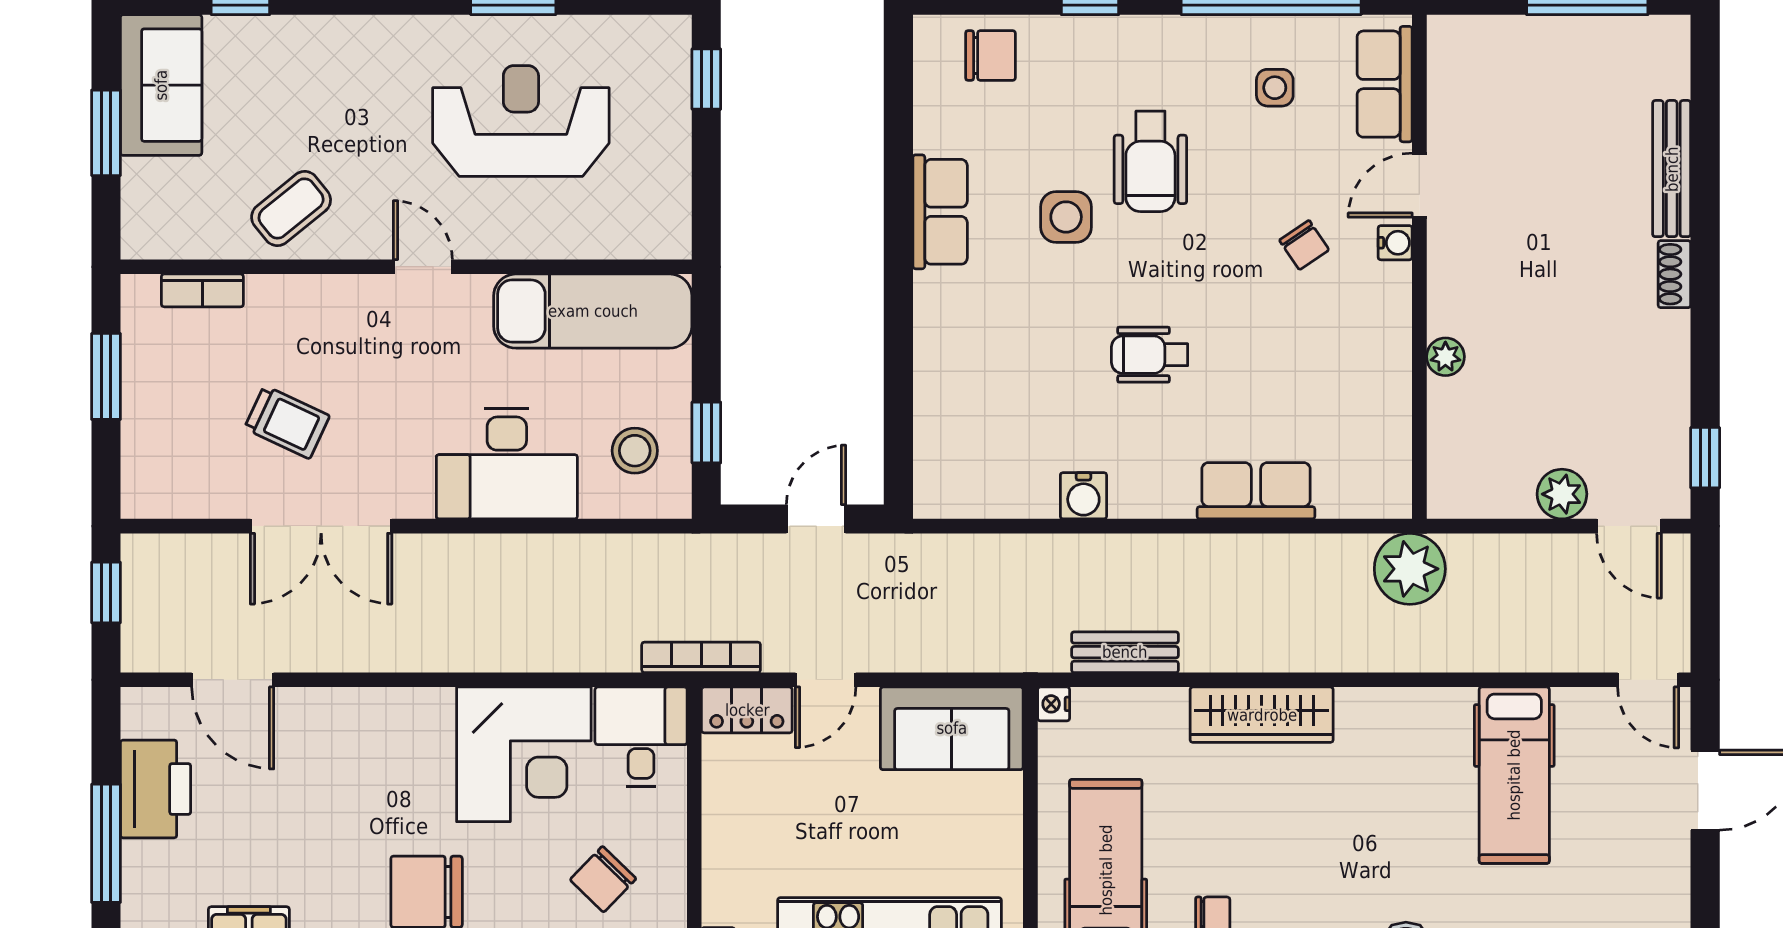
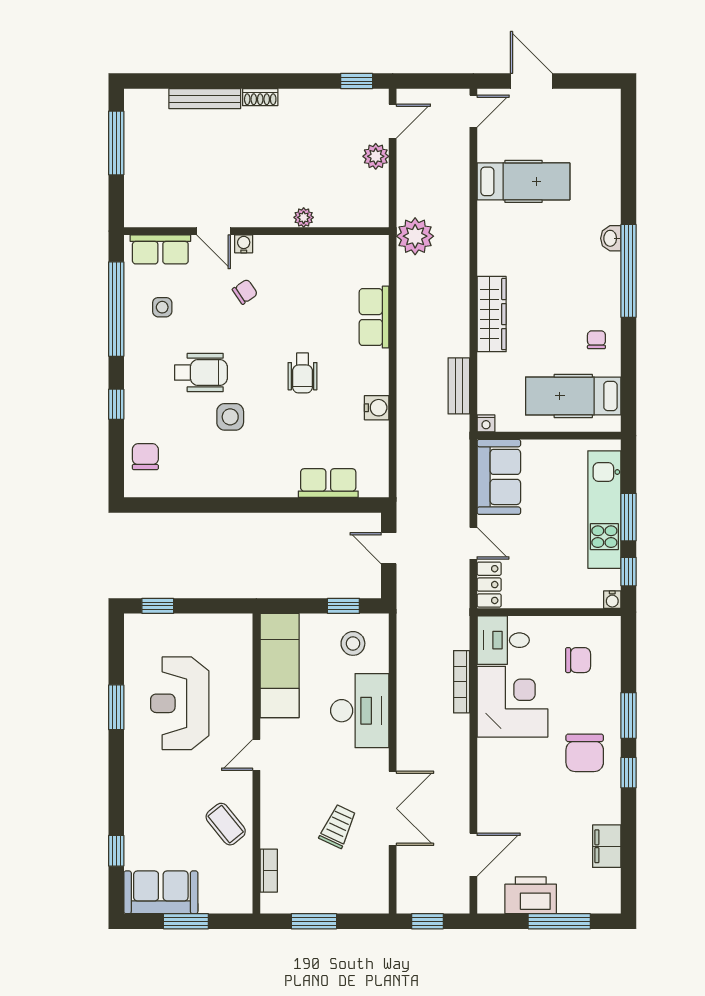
row of seats: (940, 212) -> (328, 483), moved
bookcase: (701, 657) -> (462, 682), moved
chair: (603, 879) -> (578, 660), turned -44

